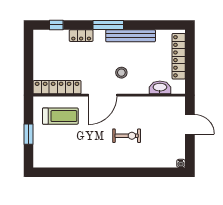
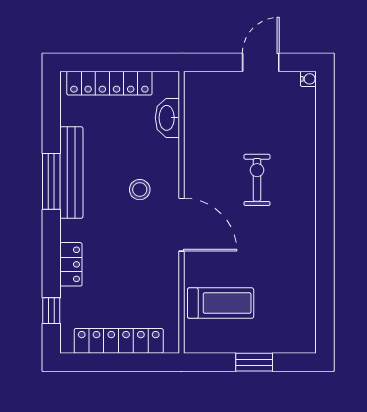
window: (108, 25) -> (51, 181), moved
locker: (57, 87) -> (119, 341), moved, turned 90
treadmill: (60, 116) -> (221, 303), turned 90
door: (190, 124) -> (261, 62), moved

